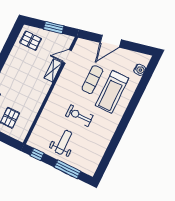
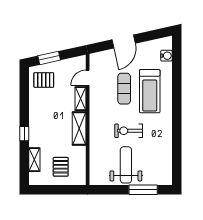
window: (54, 27) -> (49, 58), moved
shelving: (40, 94) -> (79, 129), added
weight bench: (63, 142) -> (126, 165), width x1.36, depth x1.33
window: (37, 154) -> (106, 190), removed

